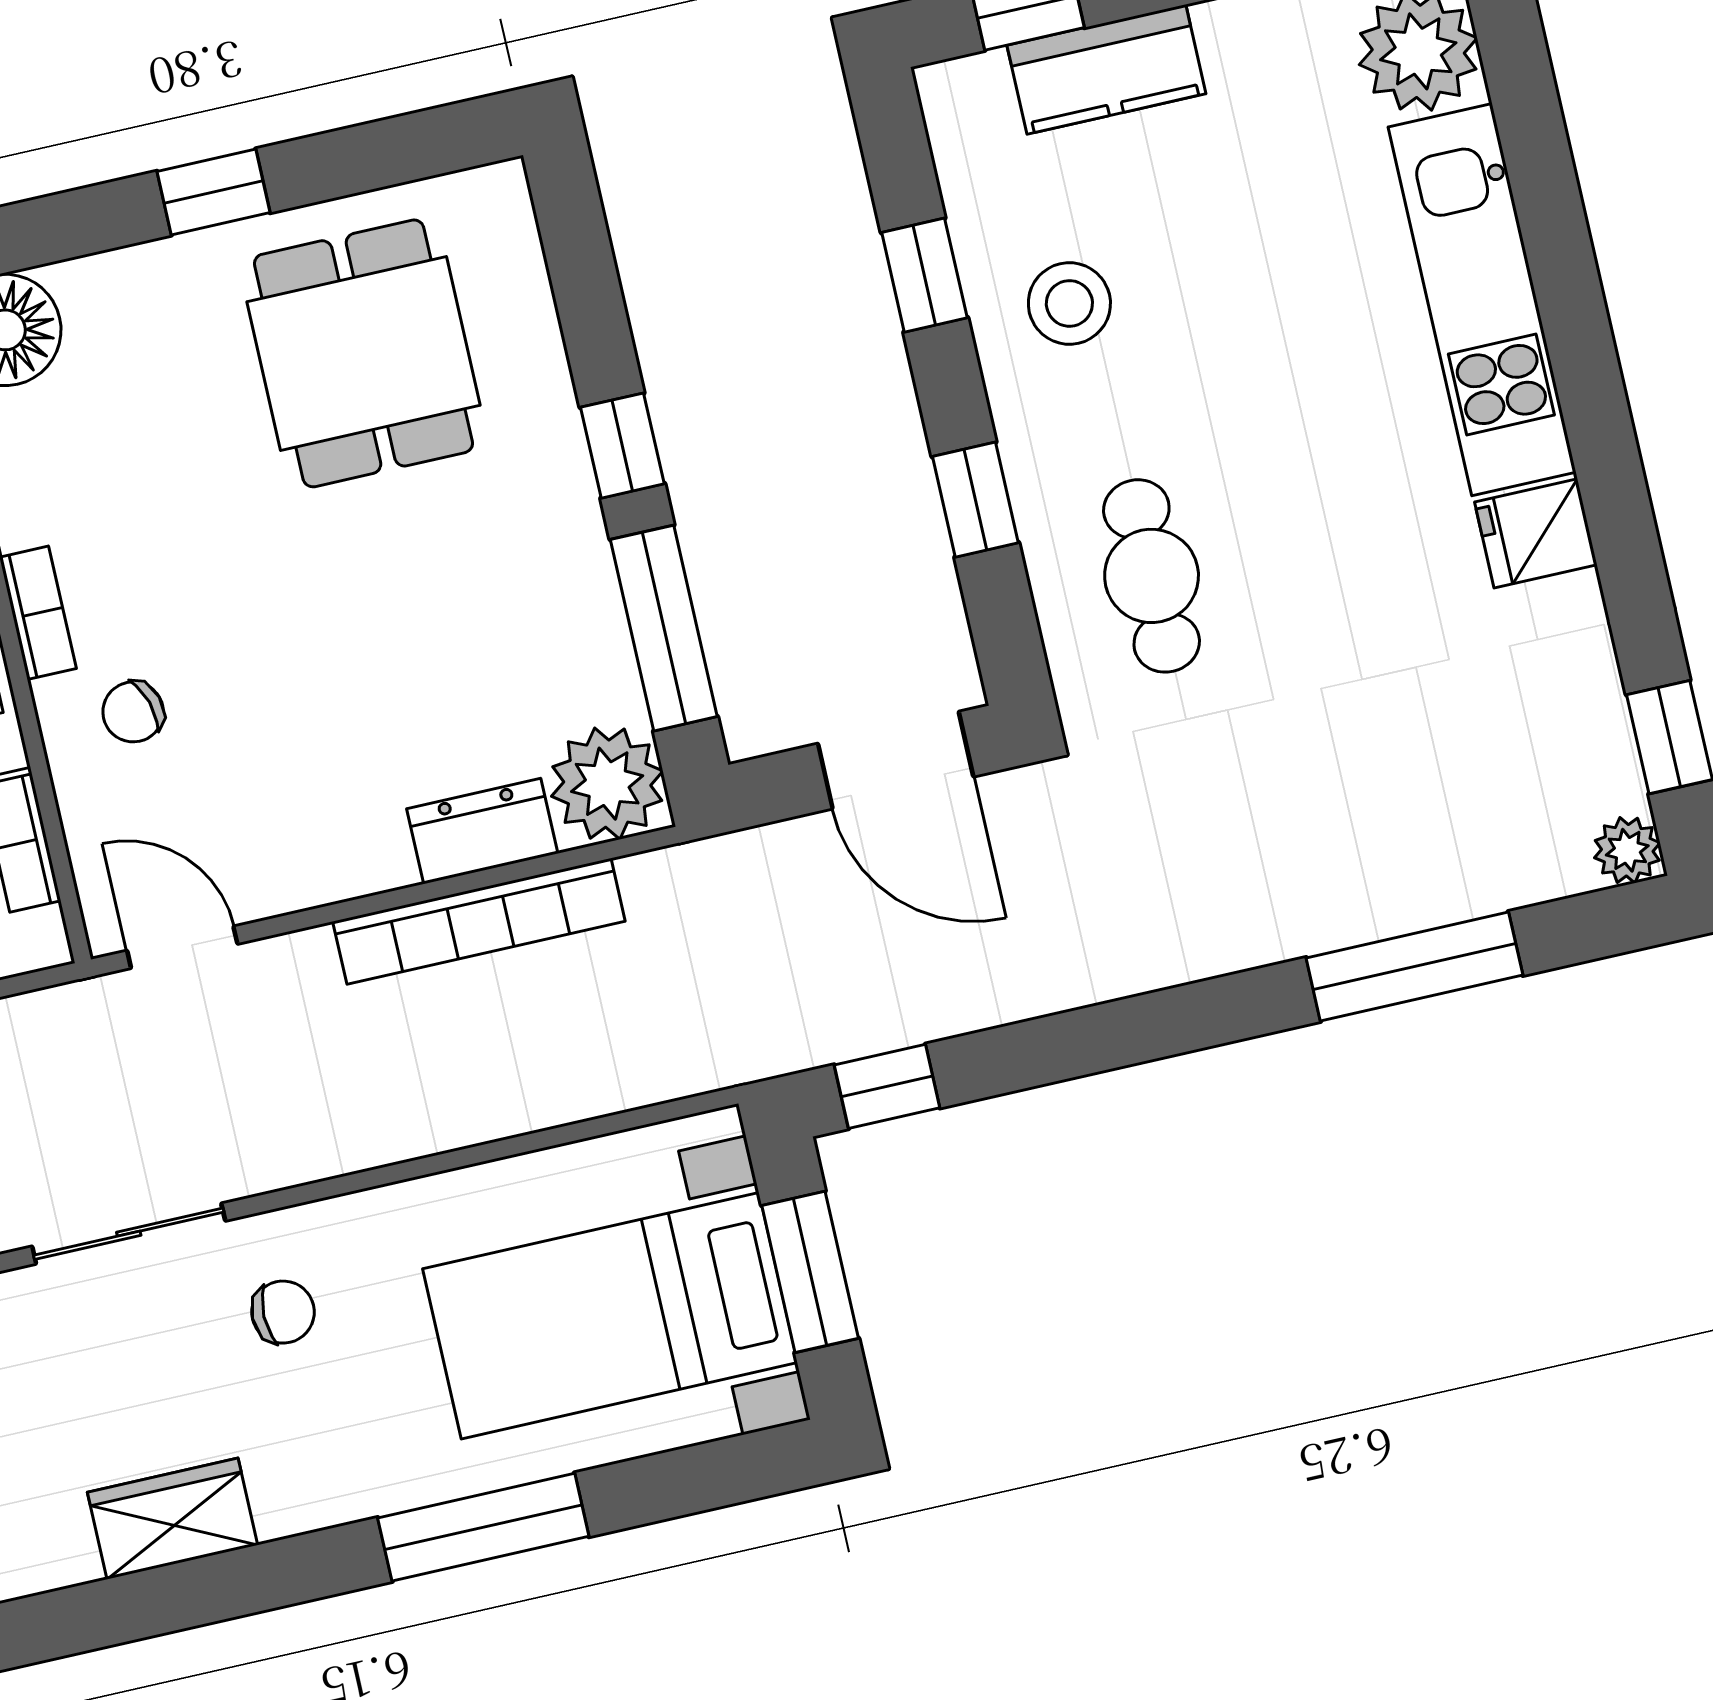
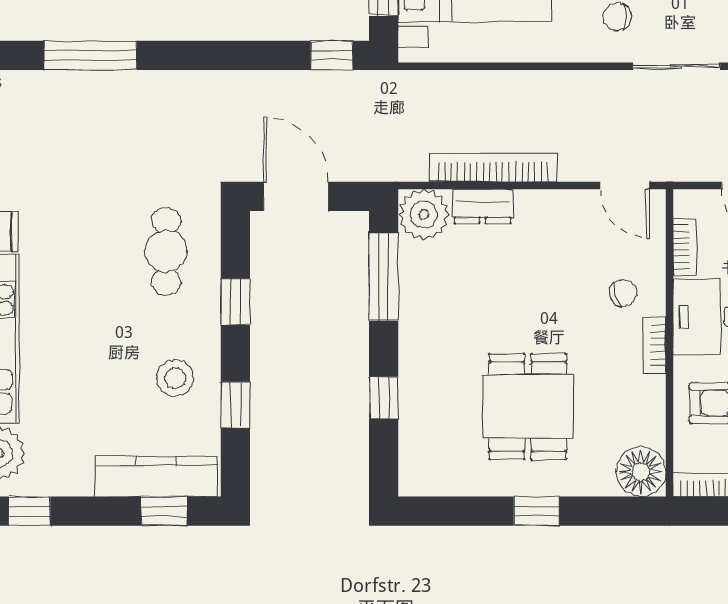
kitchen counter: (1106, 69) -> (156, 476), width x1.50
dining table: (363, 353) -> (528, 406), moved
window: (622, 446) -> (384, 398), moved

